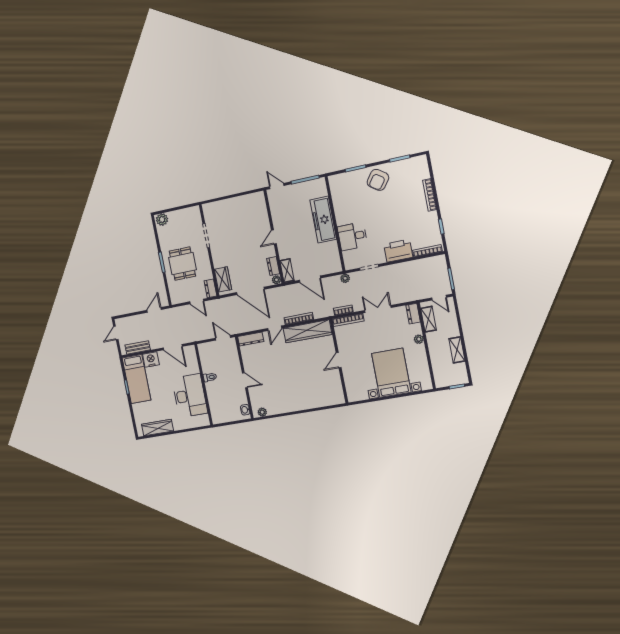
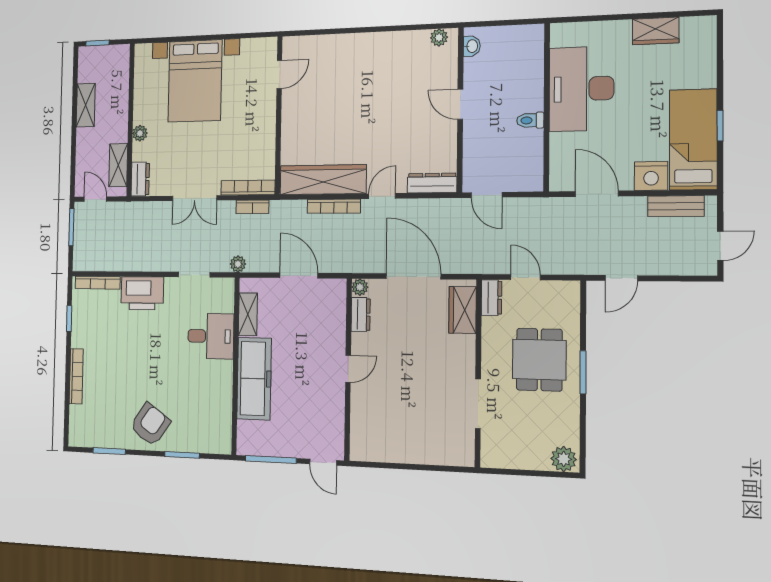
shelving: (287, 271) -> (248, 314), moved
door: (339, 360) -> (279, 75), moved
wardrobe: (157, 428) -> (656, 31), width x0.67

